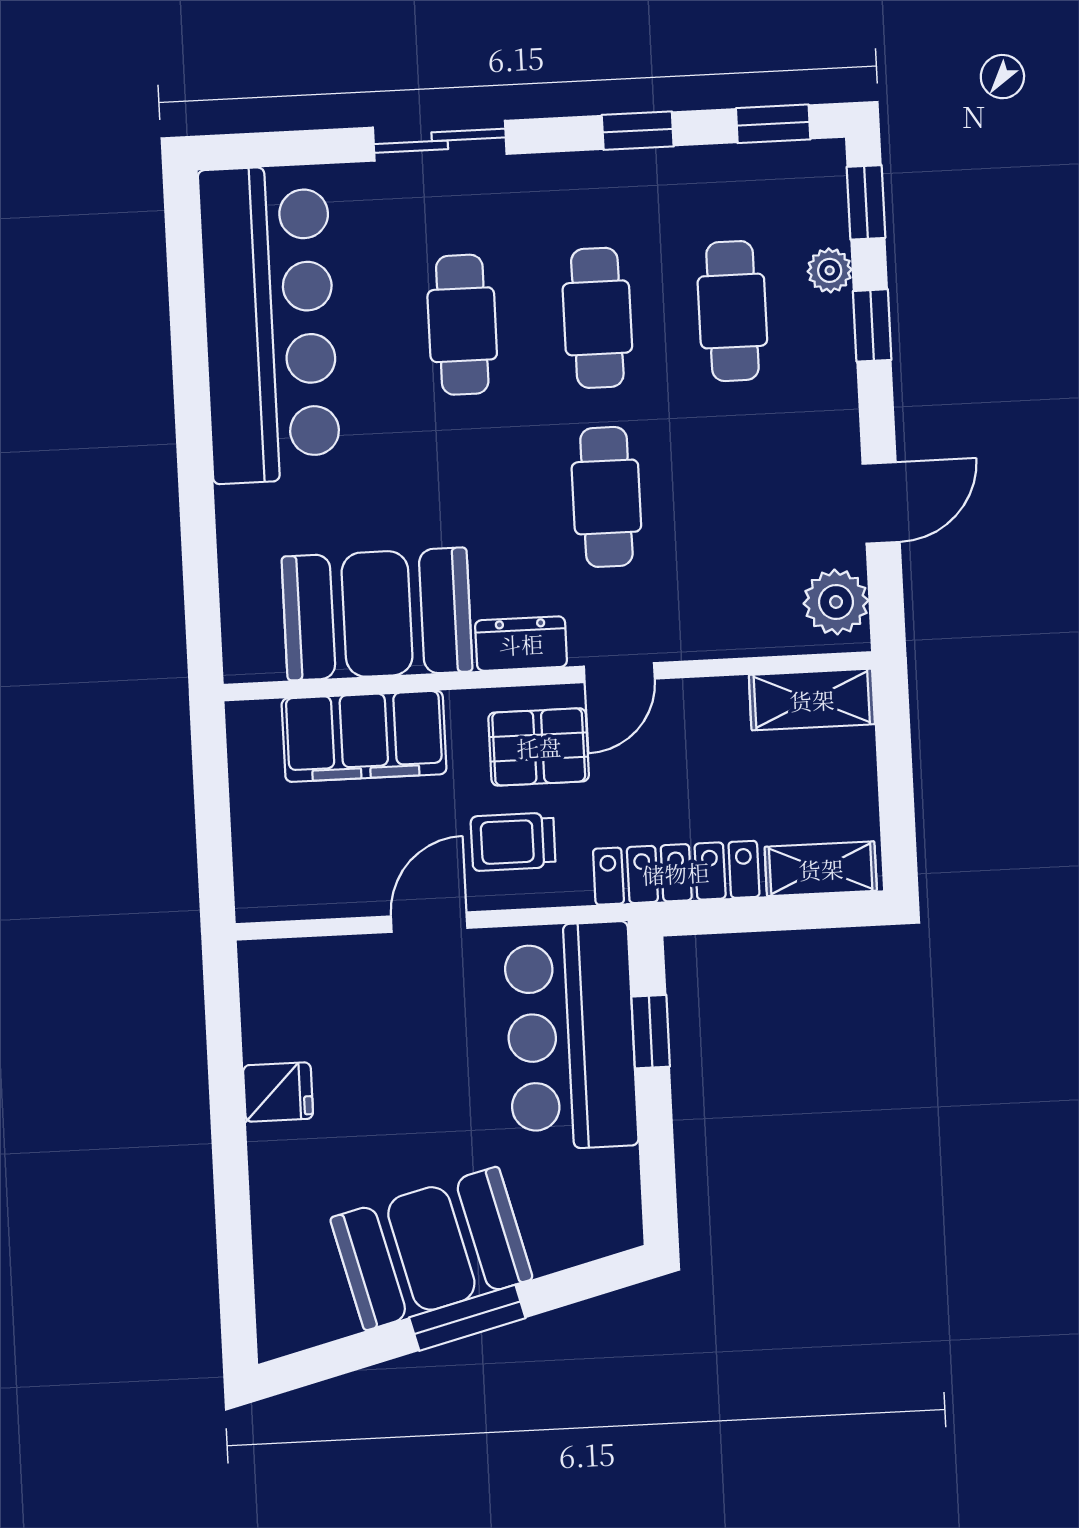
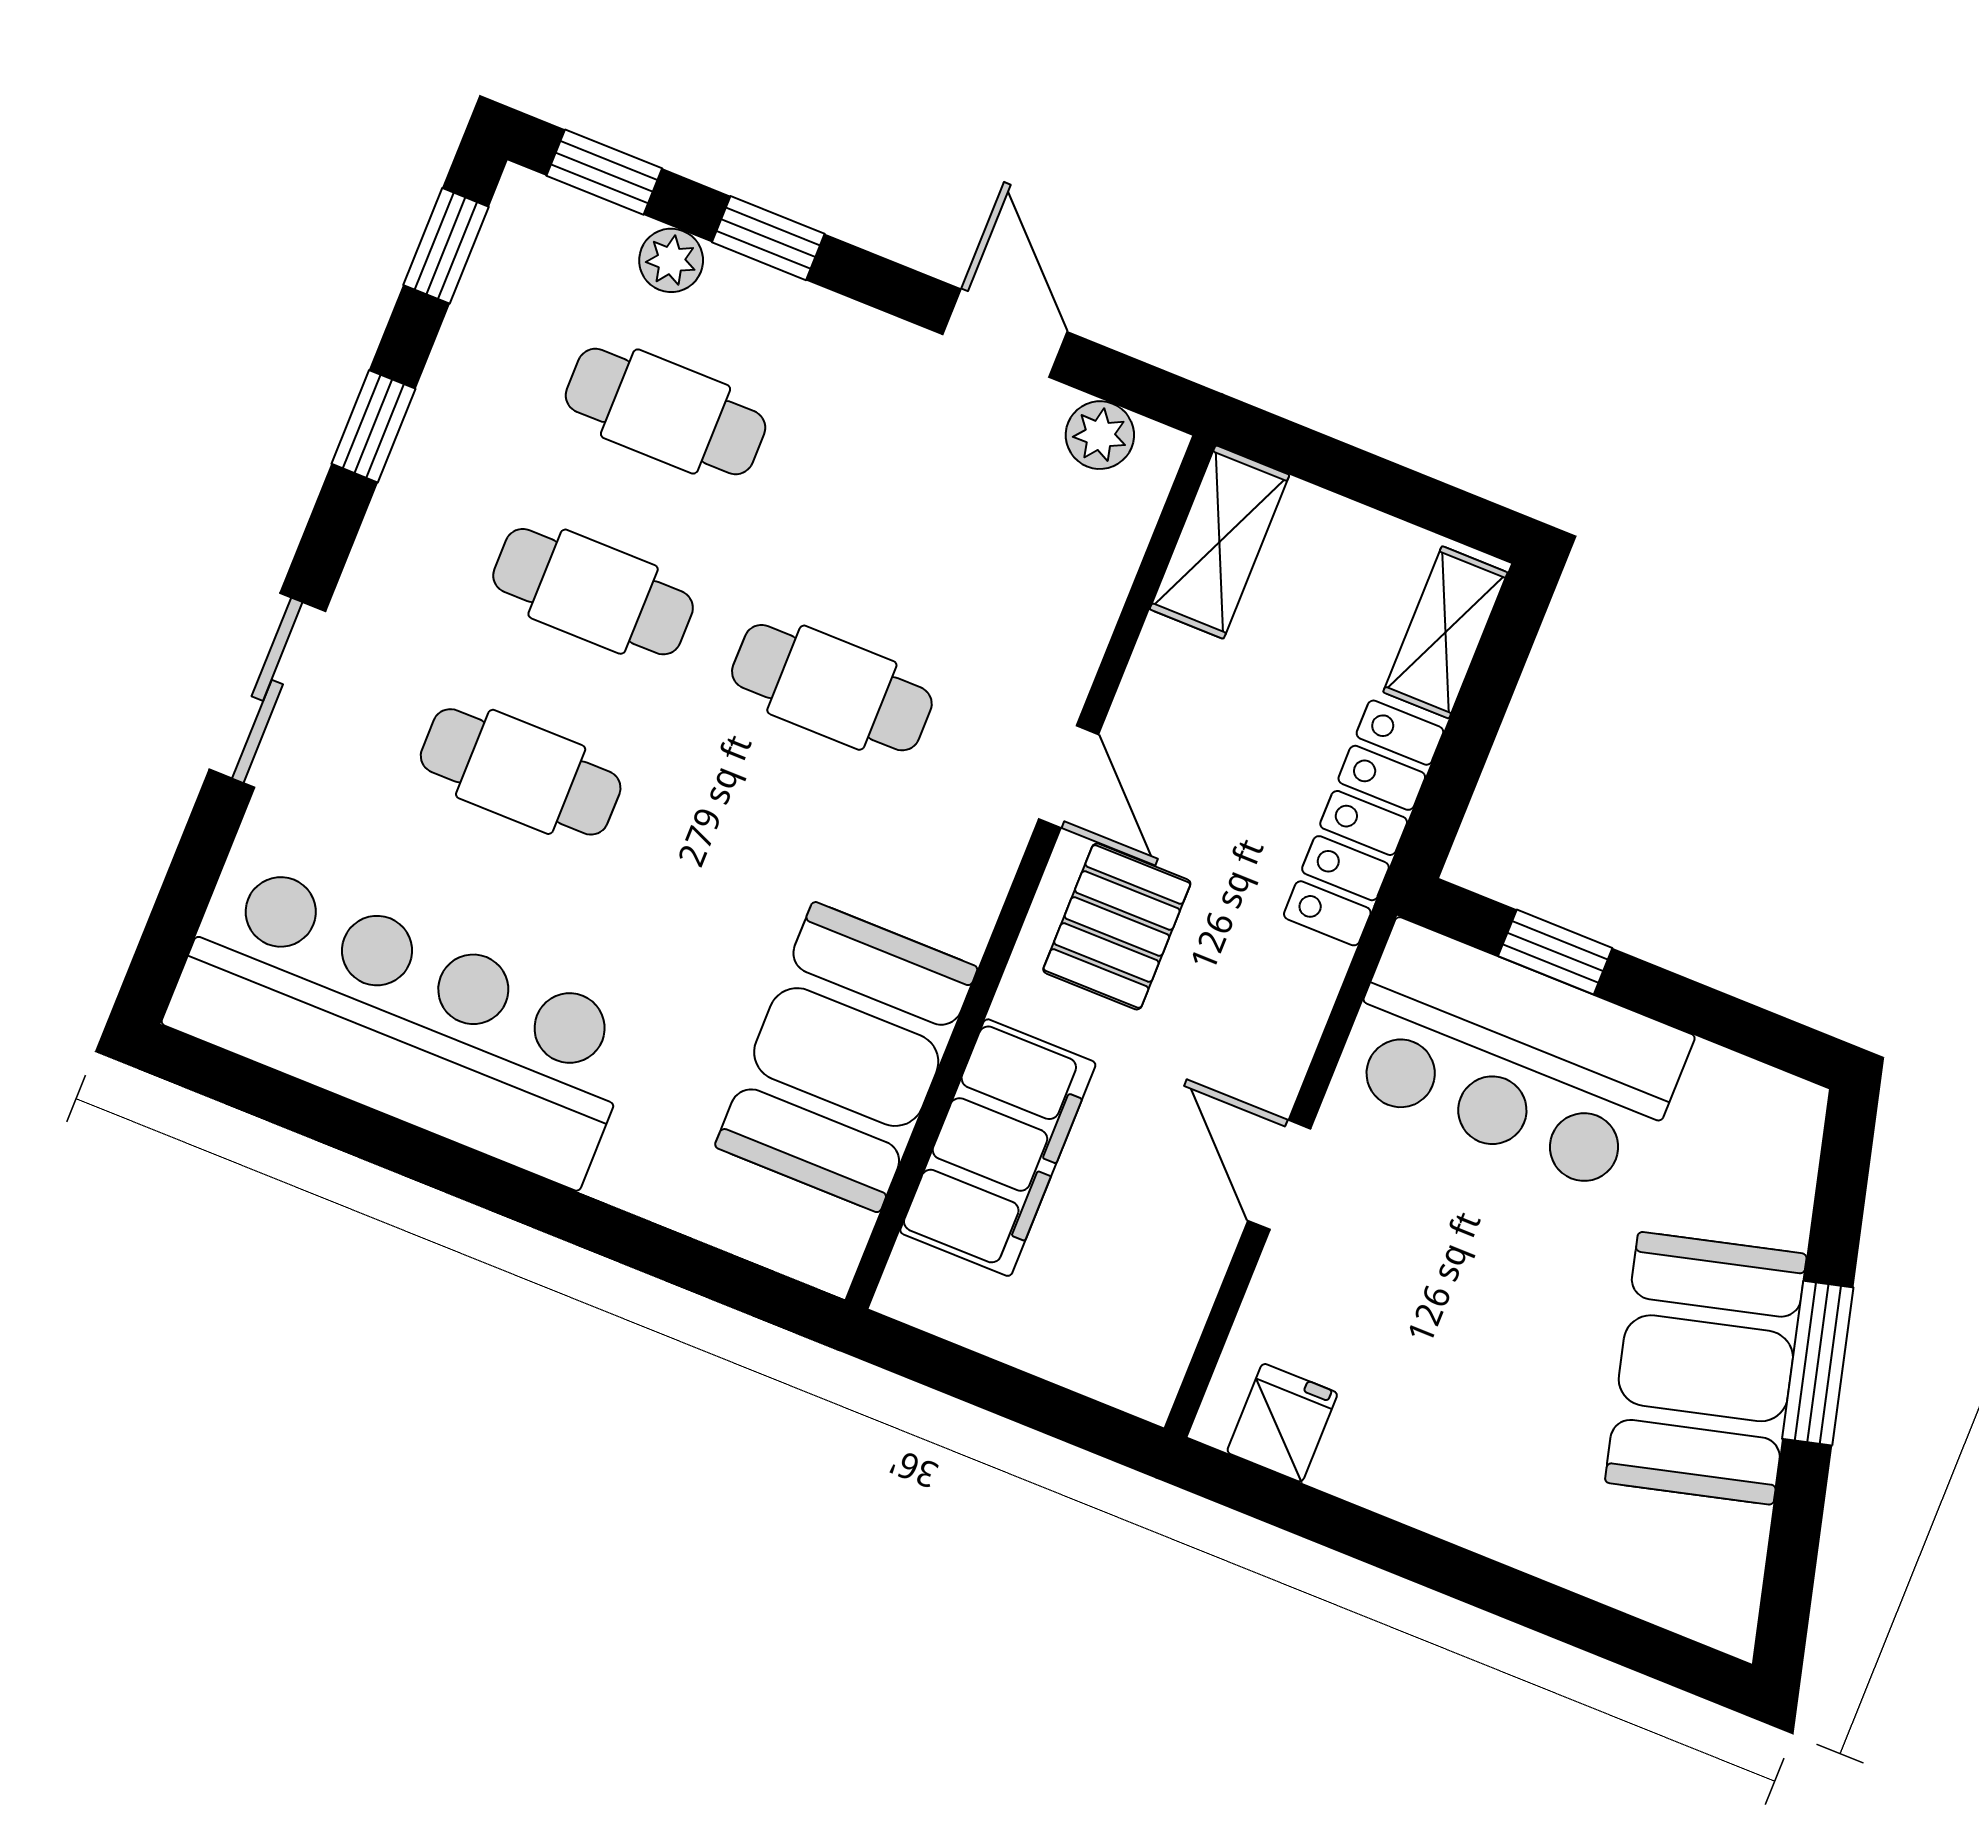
plant: (836, 602) -> (1100, 435), width x0.73, depth x0.73
dresser: (521, 644) -> (971, 887), removed
trolley: (513, 842) -> (1225, 1017), removed
fridge: (278, 1092) -> (1282, 1423), moved

